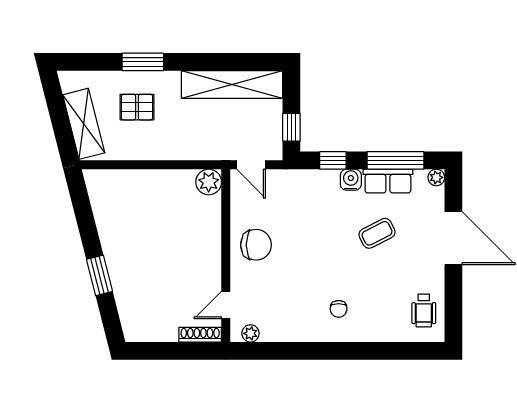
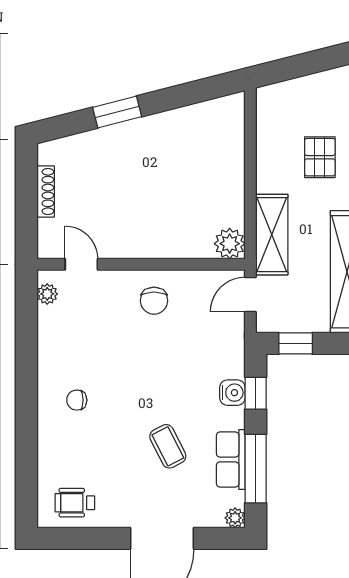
shelving: (84, 124) -> (272, 235), moved, turned -76
water cooler: (351, 180) -> (232, 393), moved
chair: (256, 245) -> (154, 301), width x0.73, depth x0.73
shoe rack: (200, 335) -> (46, 192), moved

